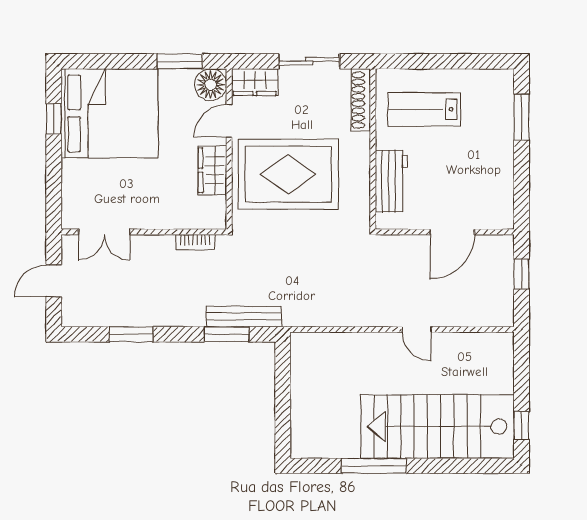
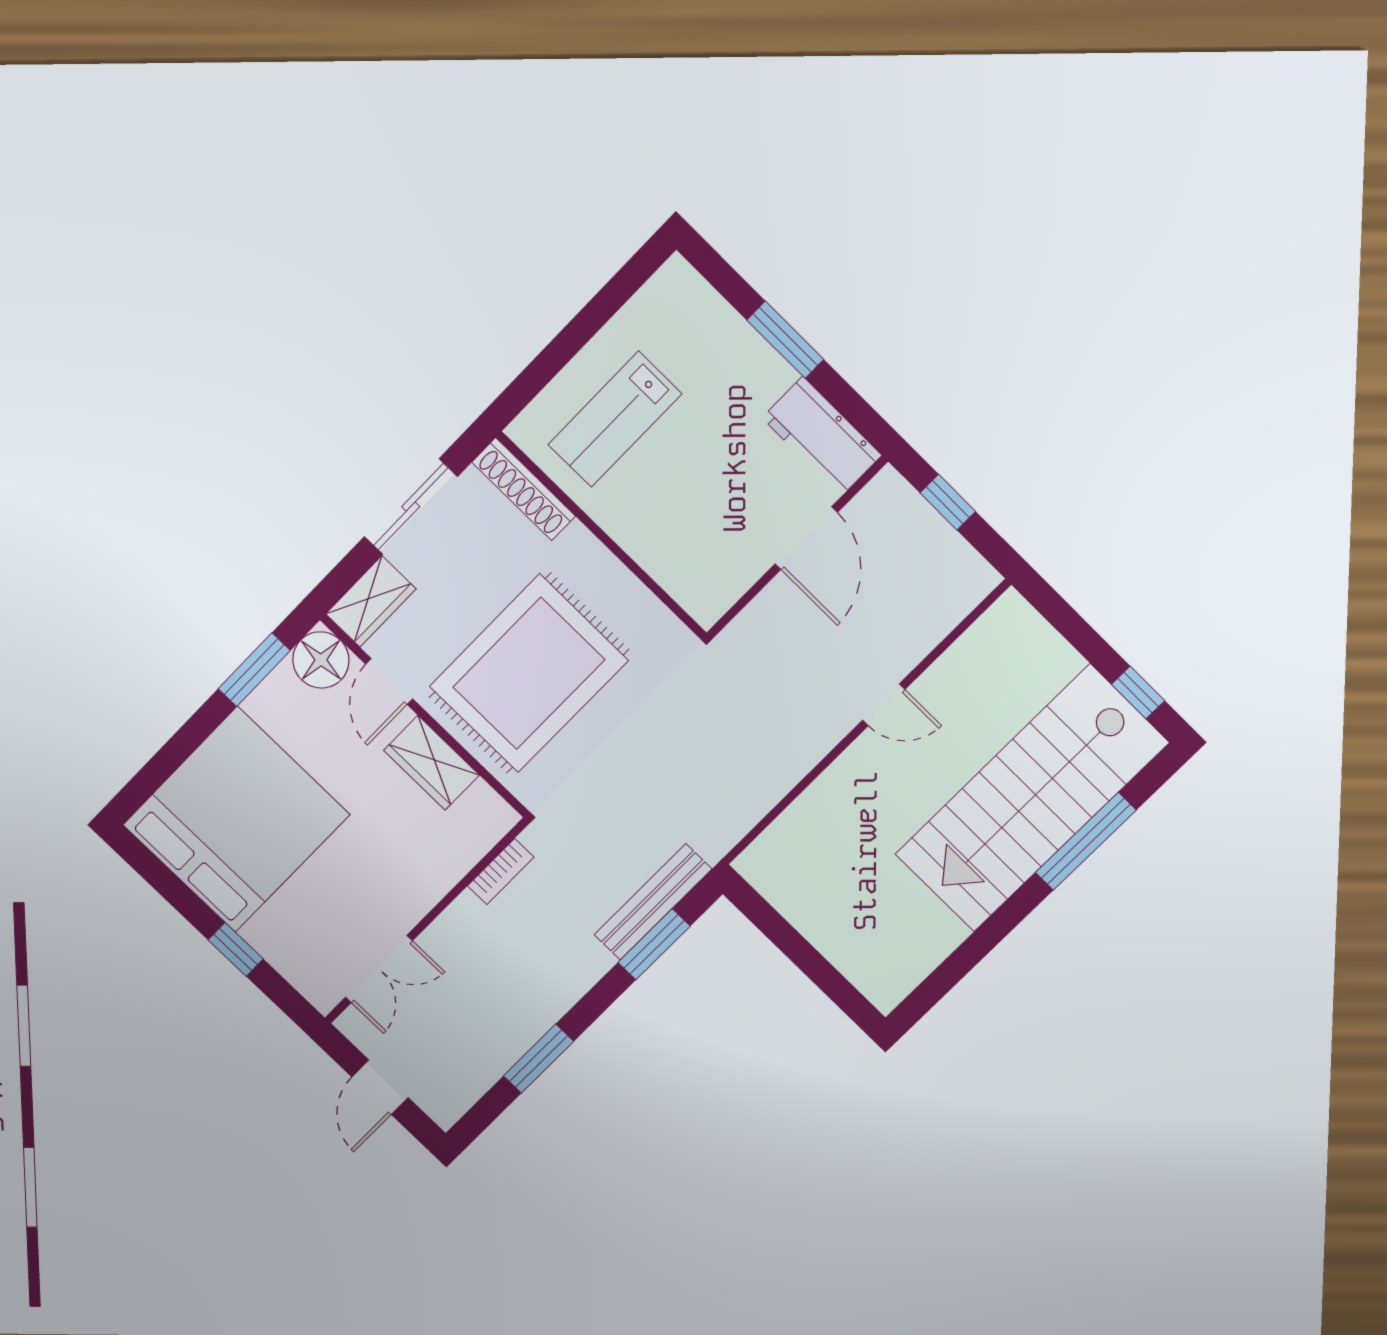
window: (521, 117) -> (785, 340), moved
window: (54, 119) -> (236, 949), moved
workbench: (391, 181) -> (822, 437), moved, turned 180
window: (374, 466) -> (1086, 841), moved

